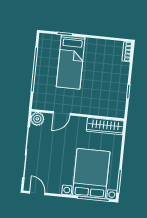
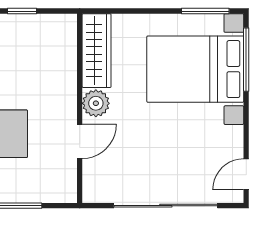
door: (62, 113) -> (80, 141), hinge flipped
plant: (37, 119) -> (96, 103), moved

